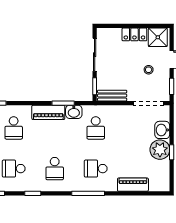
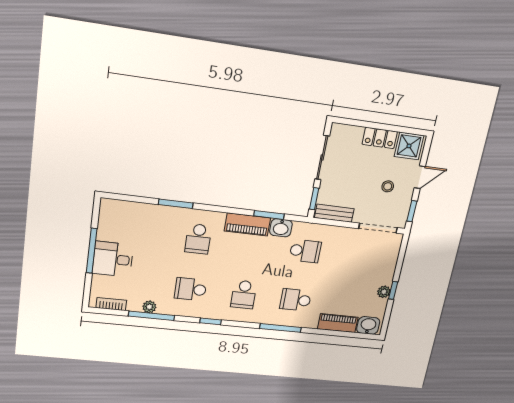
school desk: (96, 128) -> (305, 251), turned -90
washbasin: (162, 130) -> (368, 325), moved, turned 90
plant: (160, 150) -> (384, 292), width x0.53, depth x0.53

